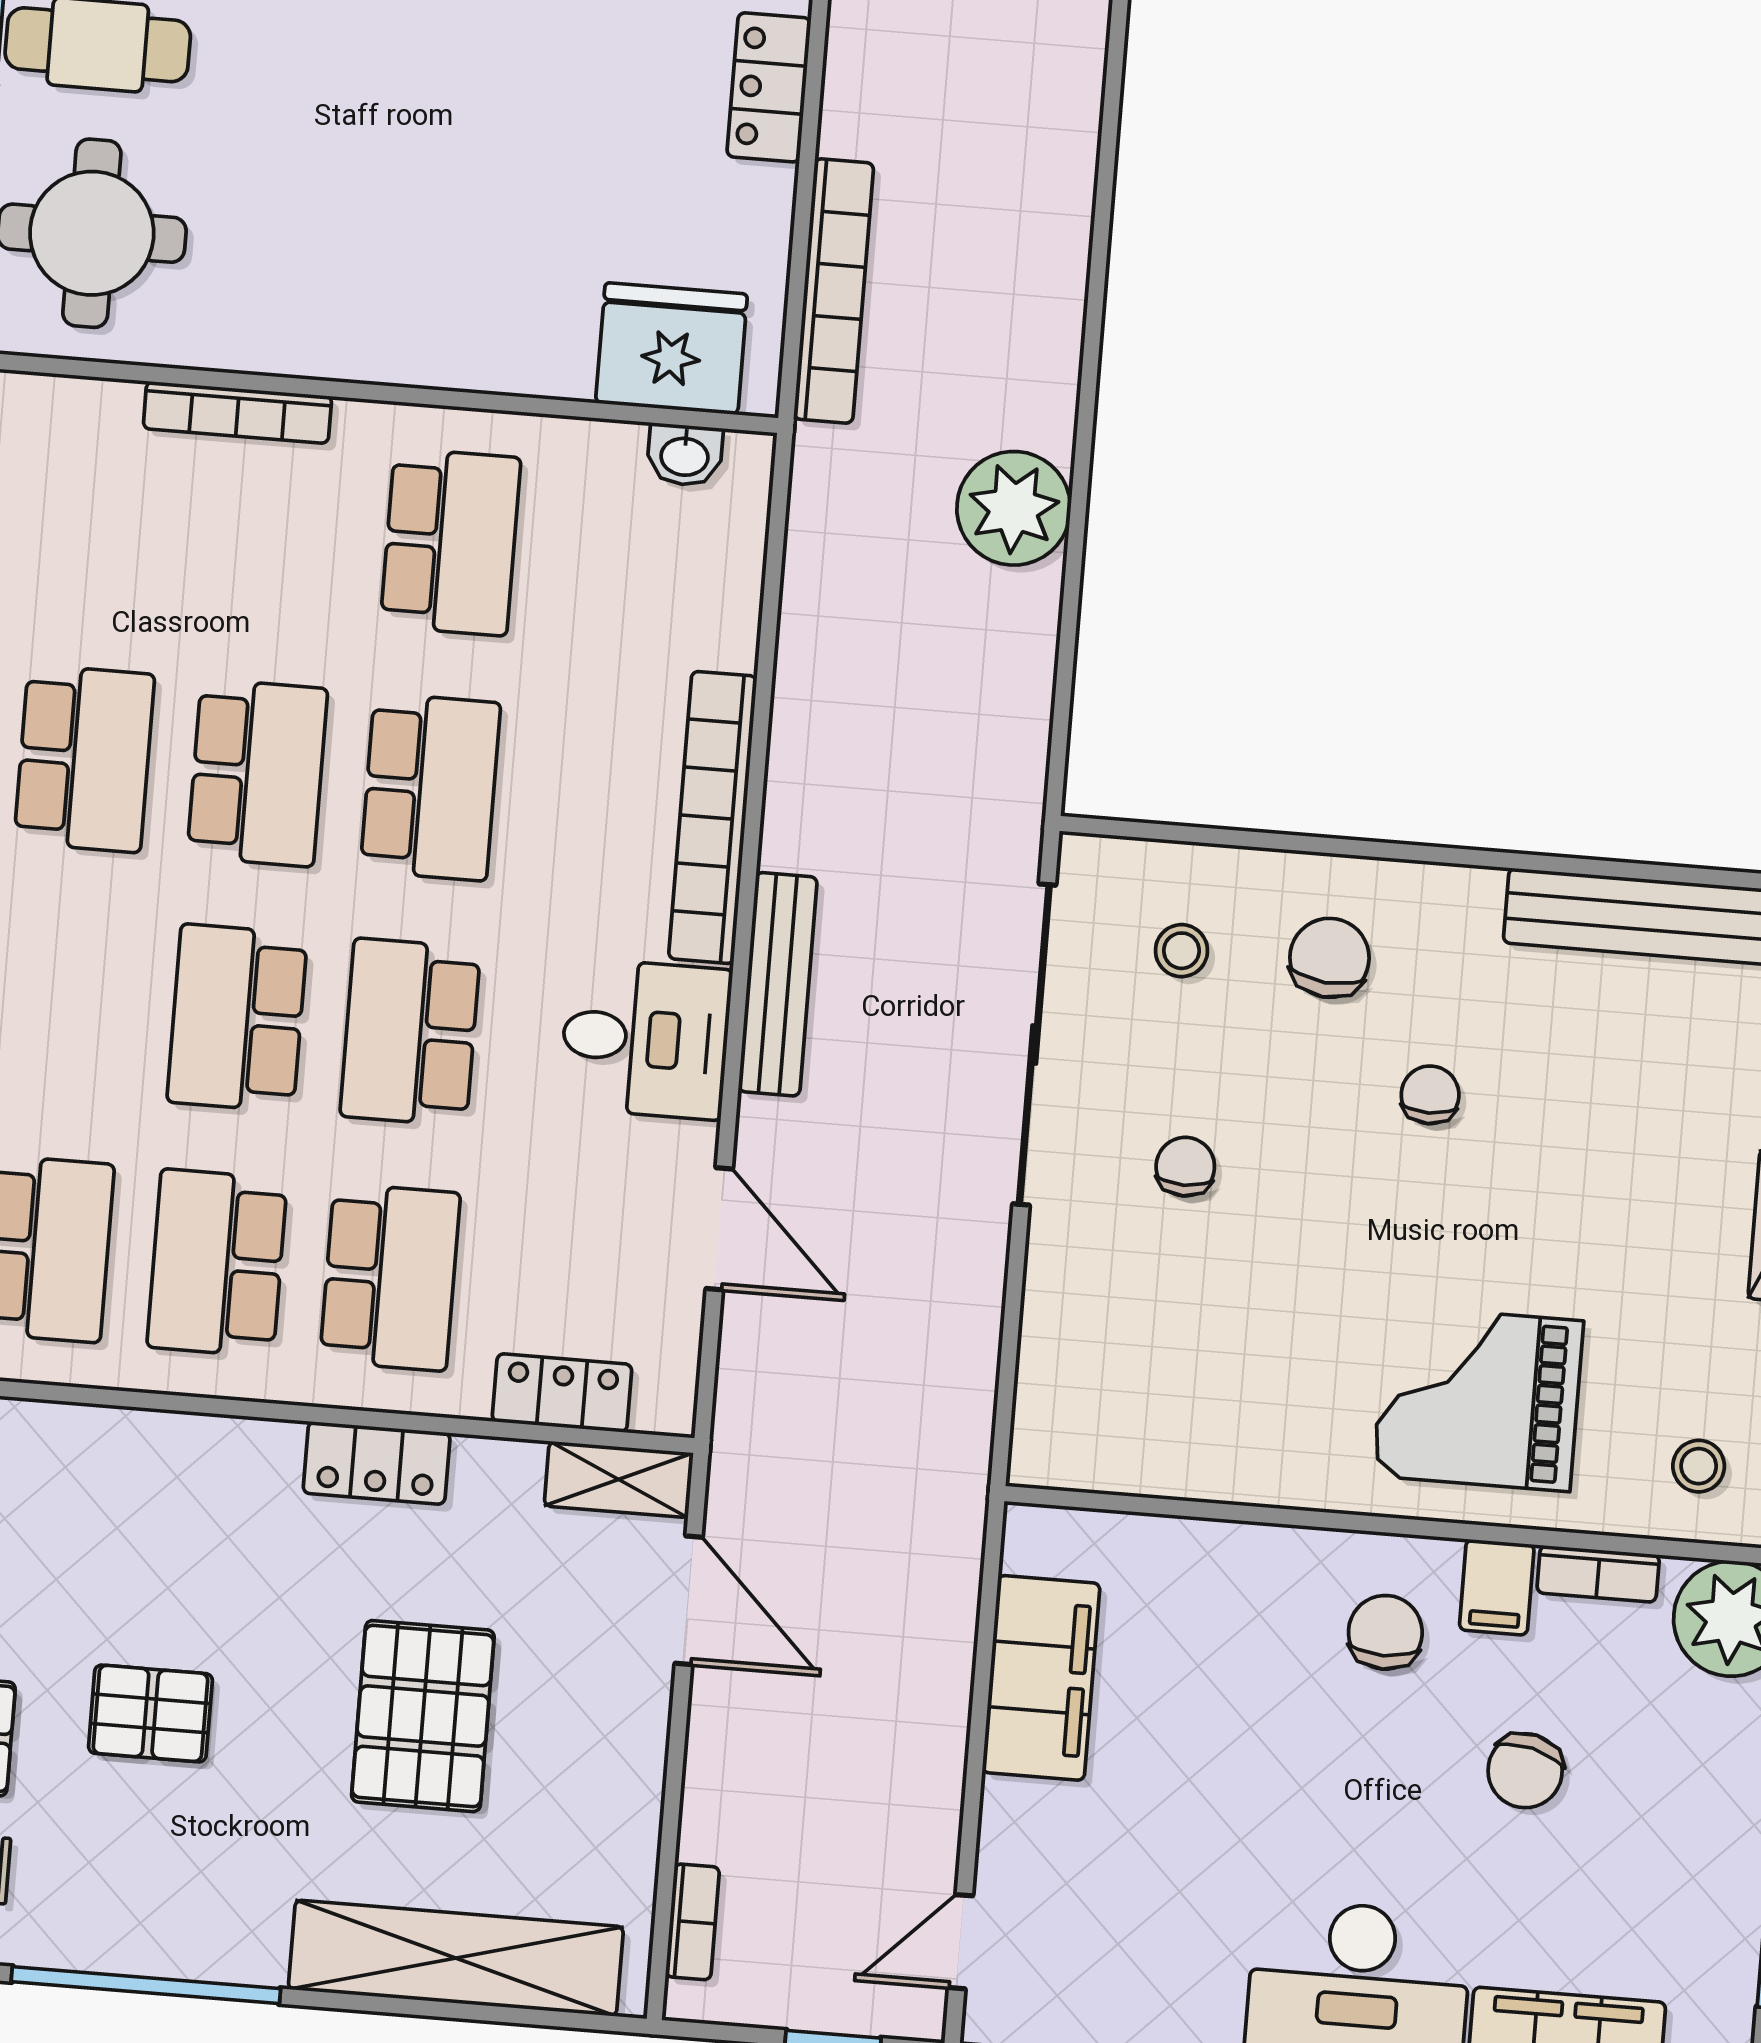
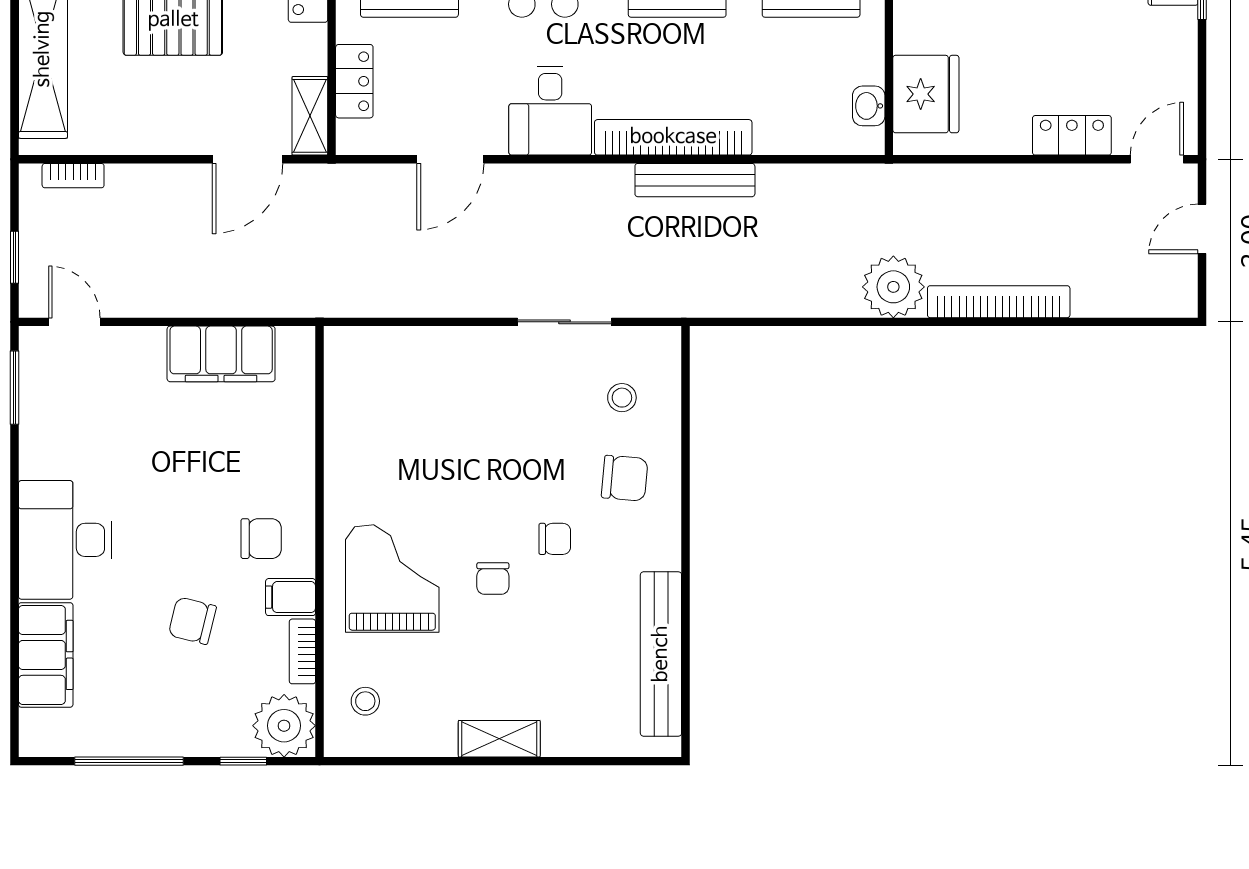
bookcase: (834, 291) -> (999, 302), moved, turned 180
plant: (1014, 508) -> (893, 287), moved
bench: (778, 984) -> (695, 180), moved
sliding door: (1034, 1045) -> (564, 322), width x0.54
chair: (1185, 1167) -> (493, 579), moved, turned 90

